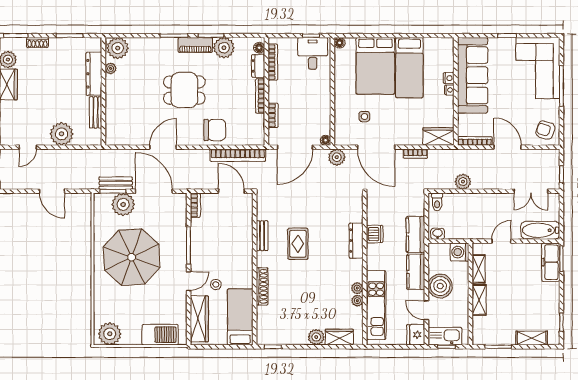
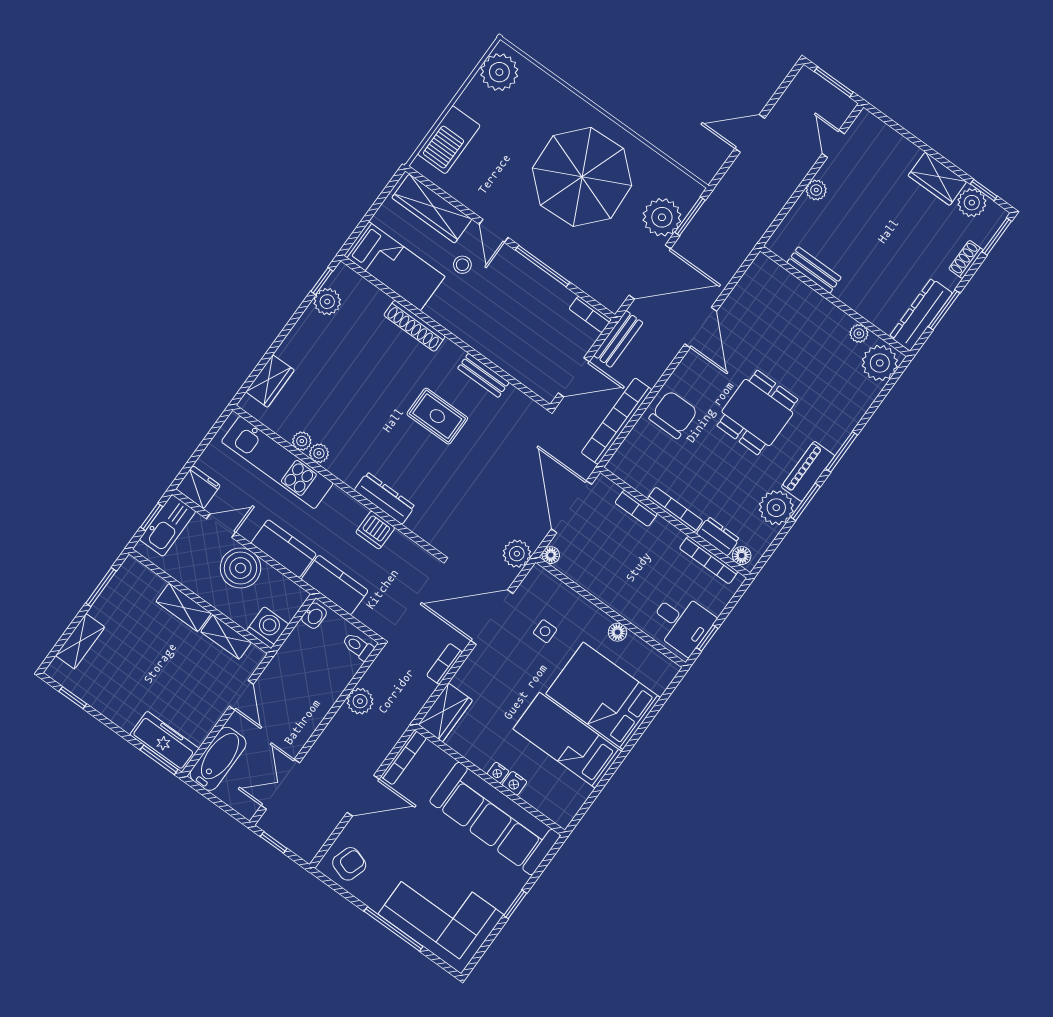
floor lamp: (340, 43) -> (618, 632), moved
dresser: (94, 74) -> (921, 315), moved, turned -90
chair: (215, 130) -> (673, 415), turned 180
plant: (62, 134) -> (816, 190), width x0.53, depth x0.53
bench: (116, 183) -> (618, 339), moved
plant: (316, 337) -> (327, 302), moved

